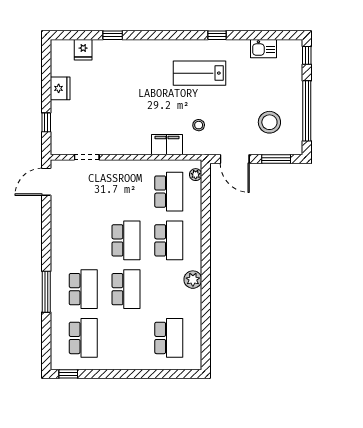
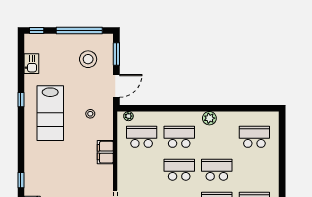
lab bench: (199, 73) -> (50, 113), width x1.36, depth x1.39
filing cabinet: (167, 145) -> (105, 152), moved

